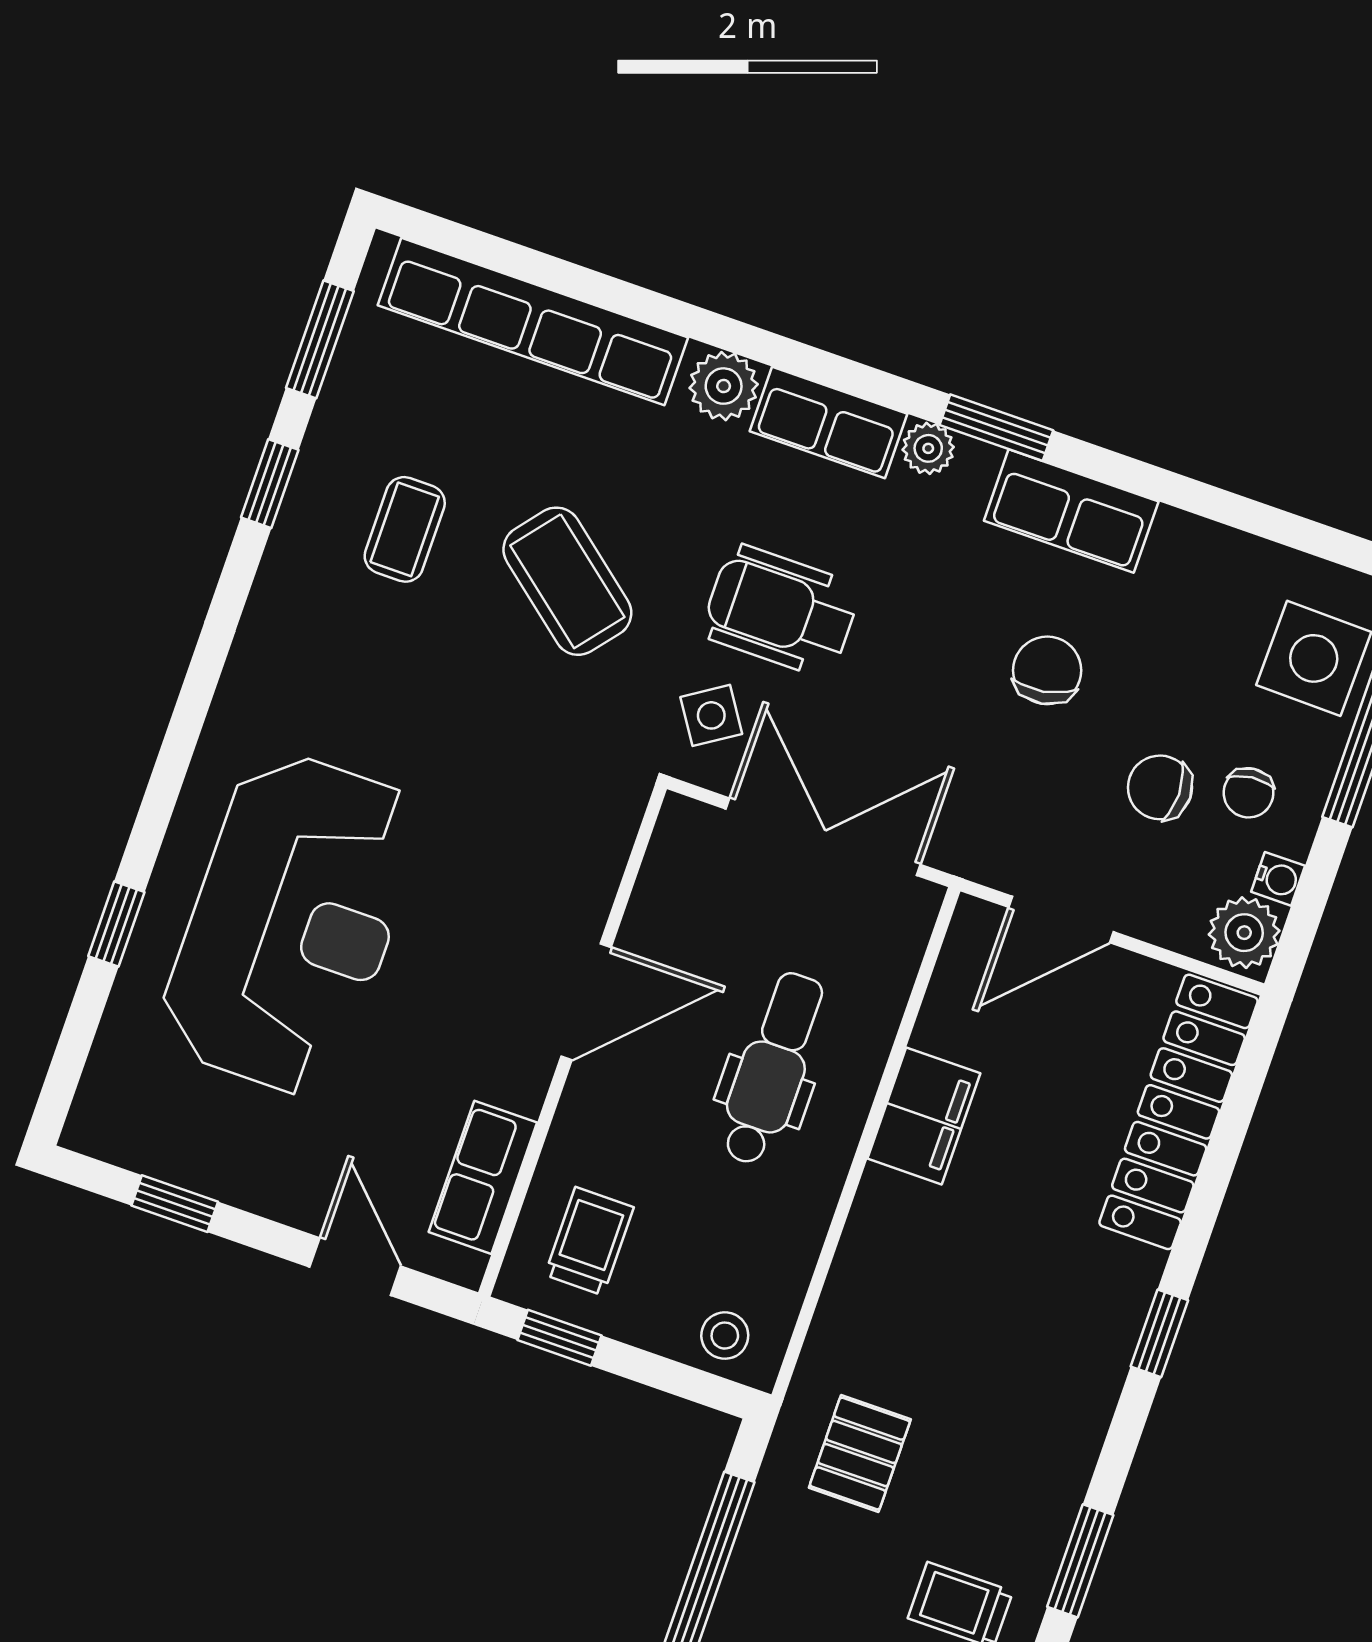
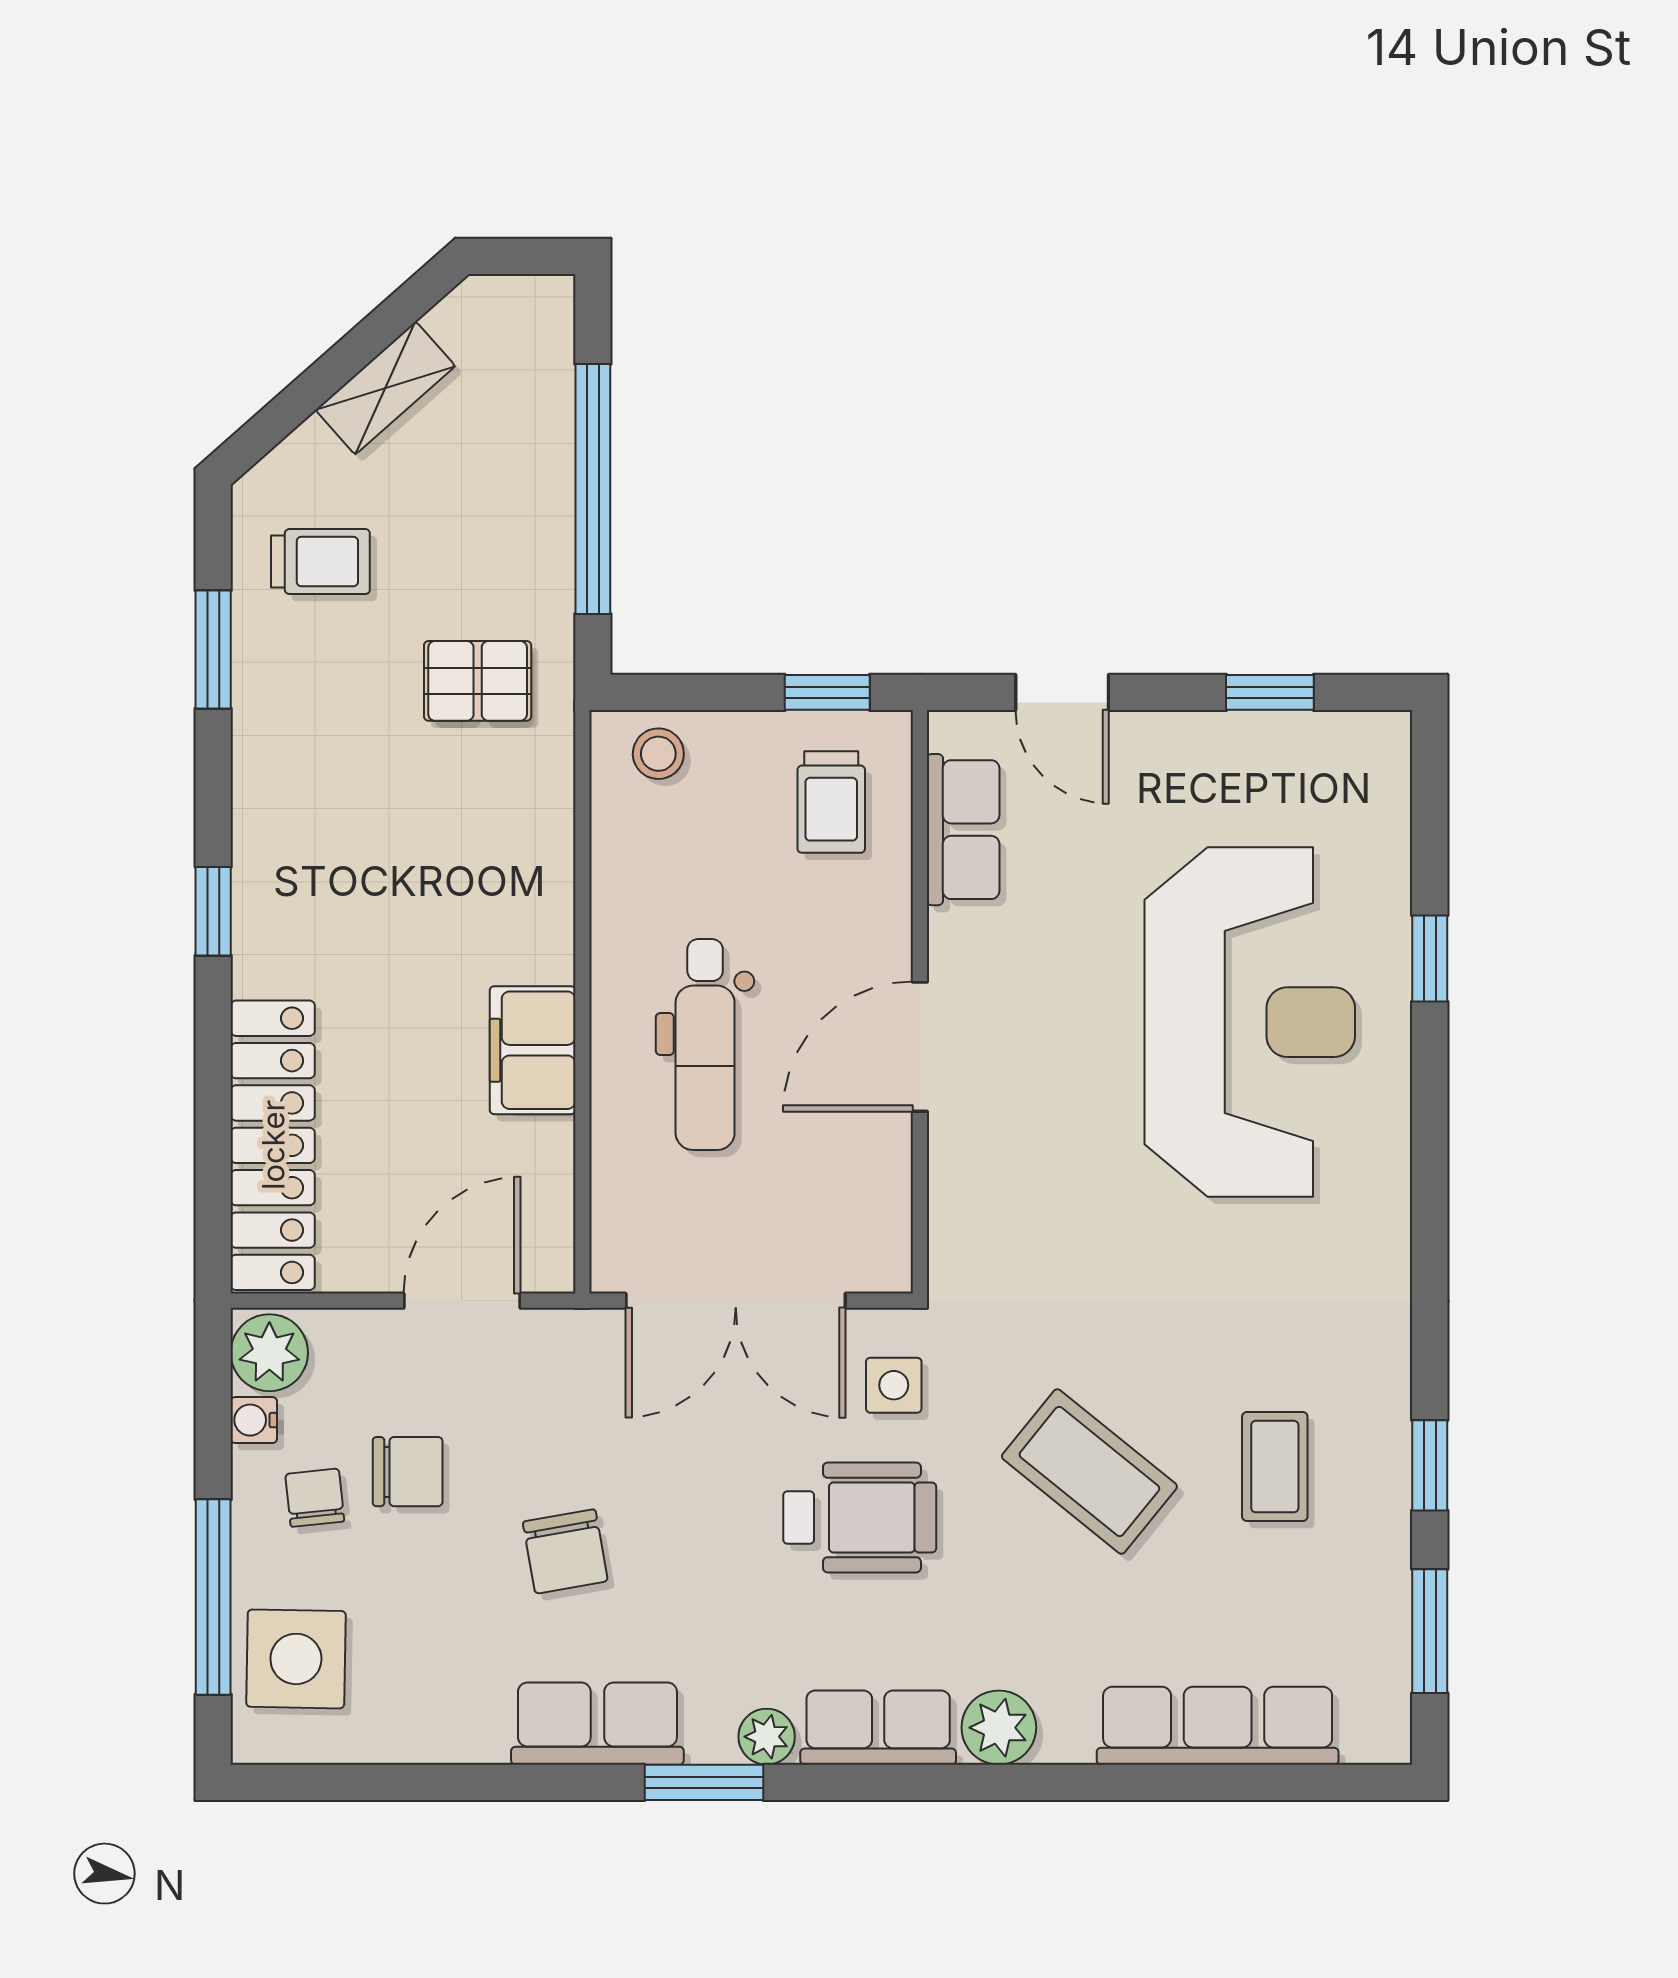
row of seats: (533, 321) -> (1218, 1726), width x0.73
side table: (711, 715) -> (894, 1385), turned 33
reception desk: (292, 923) -> (1250, 1022), turned 180
pallet: (860, 1454) -> (478, 681), turned 90

